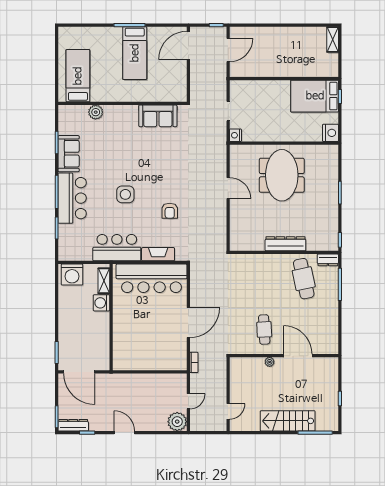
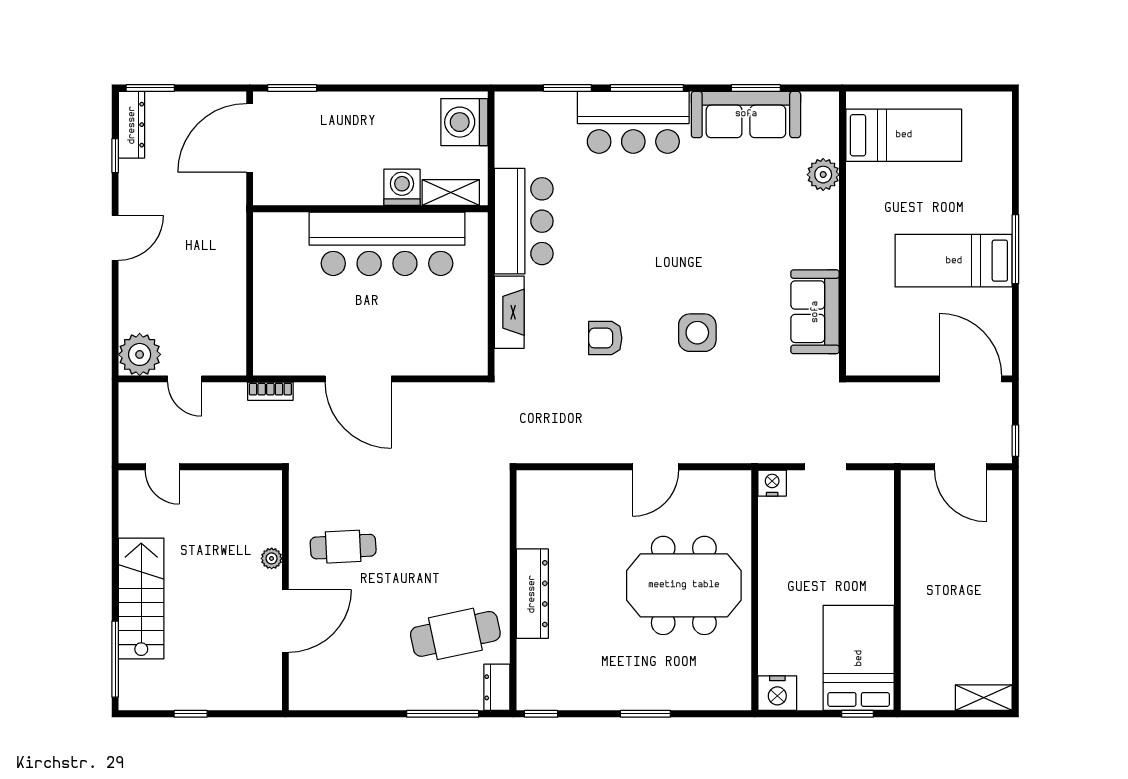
sofa: (69, 154) -> (746, 114), width x1.36
side table: (125, 194) -> (697, 333), moved
bar counter: (152, 278) -> (387, 244), moved, turned -90

